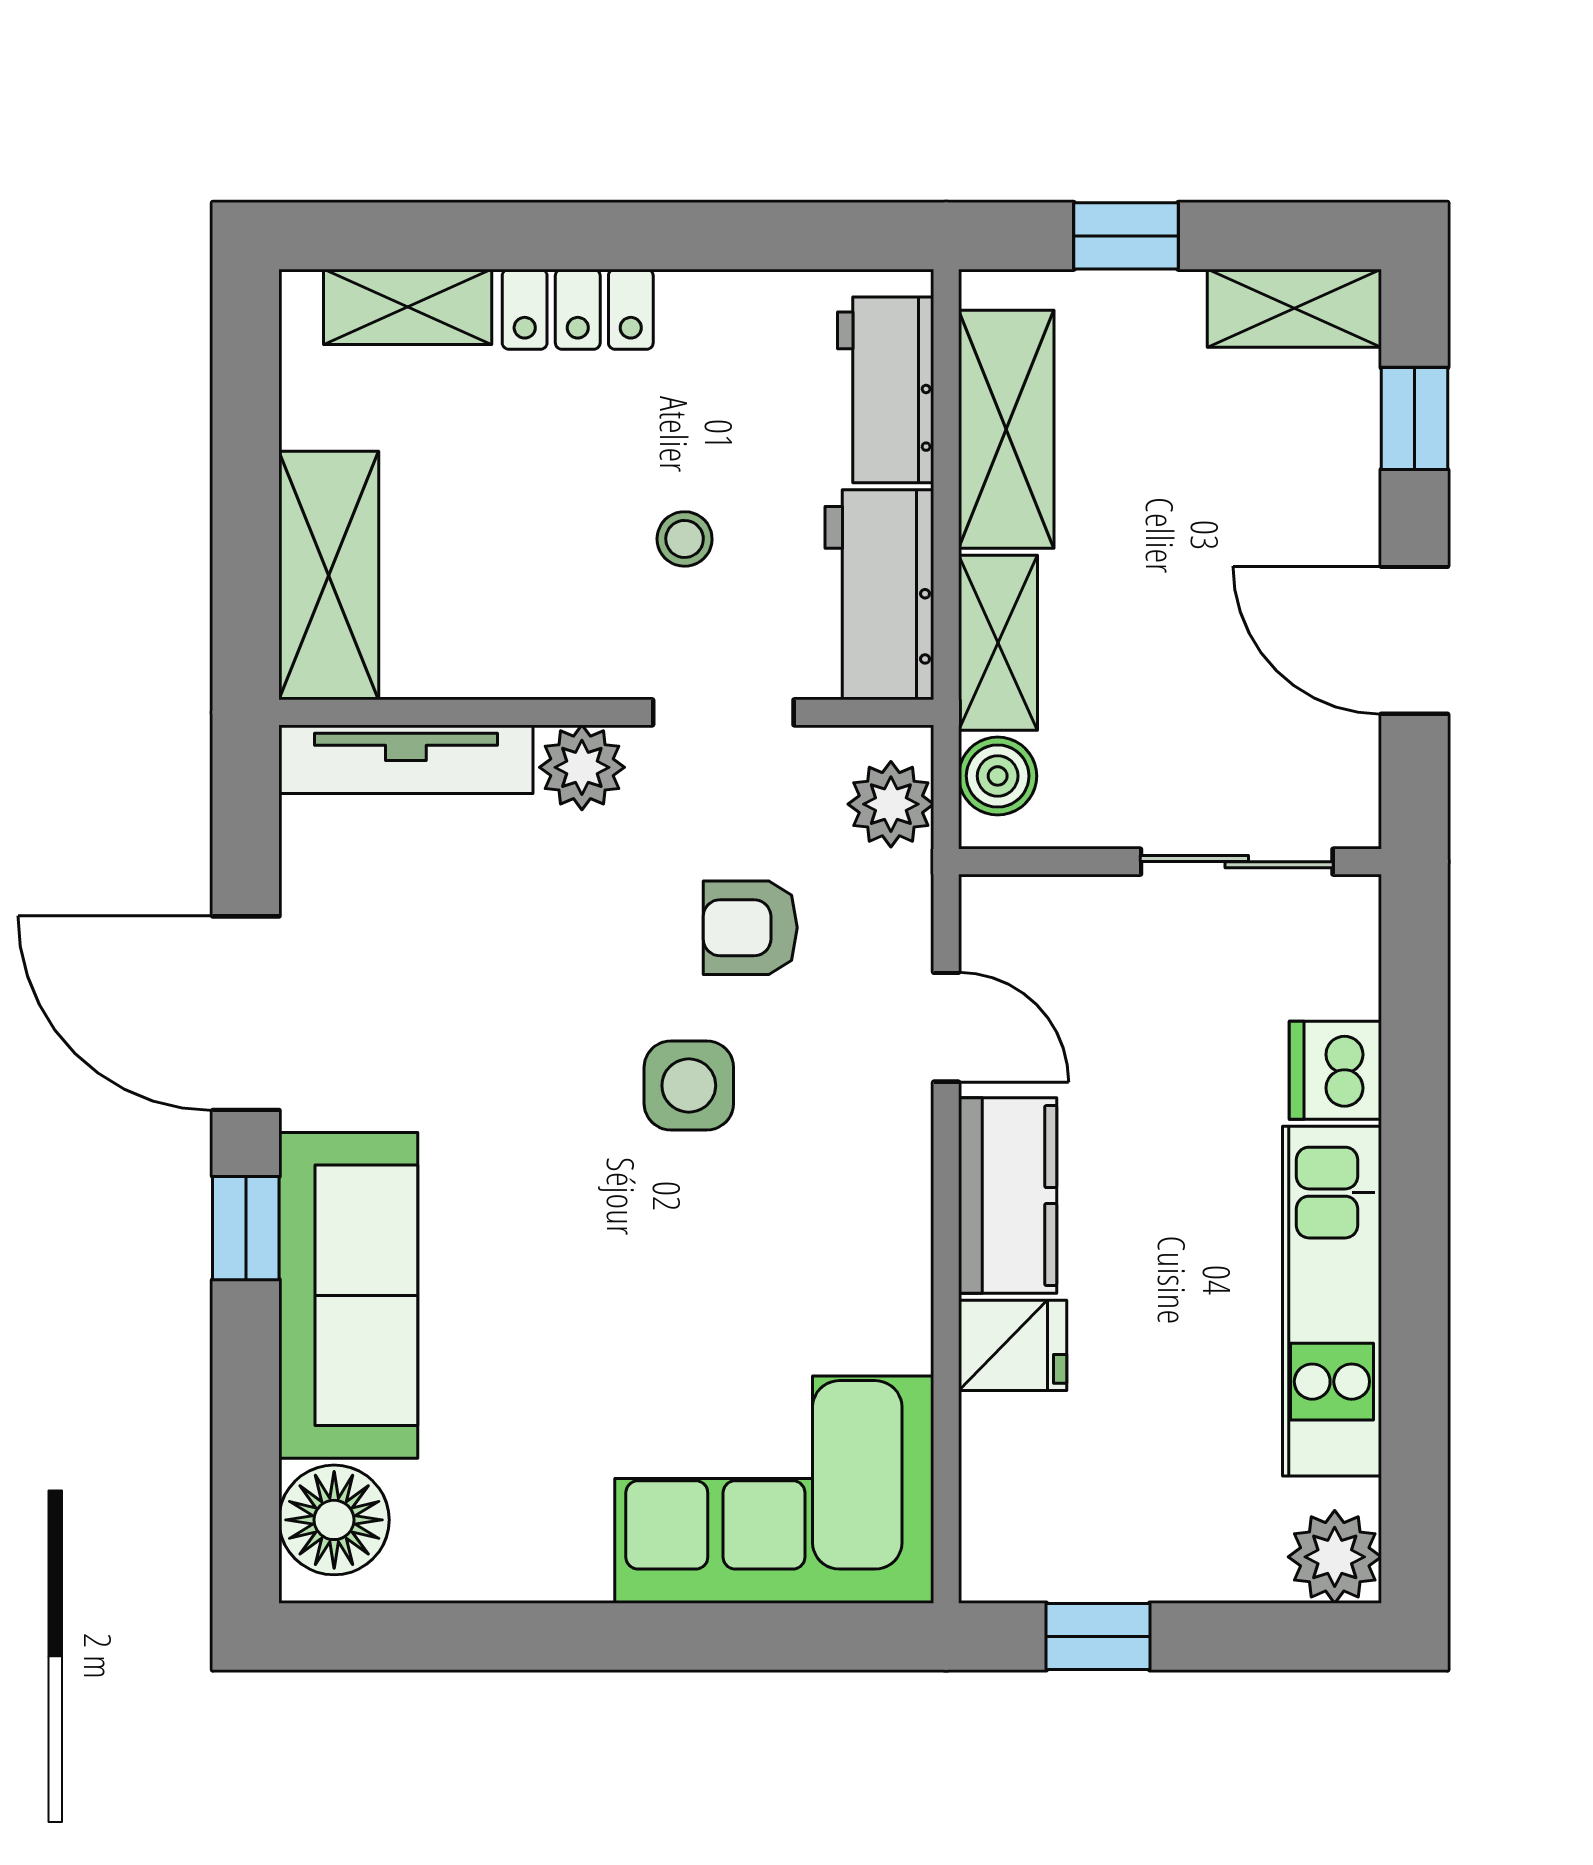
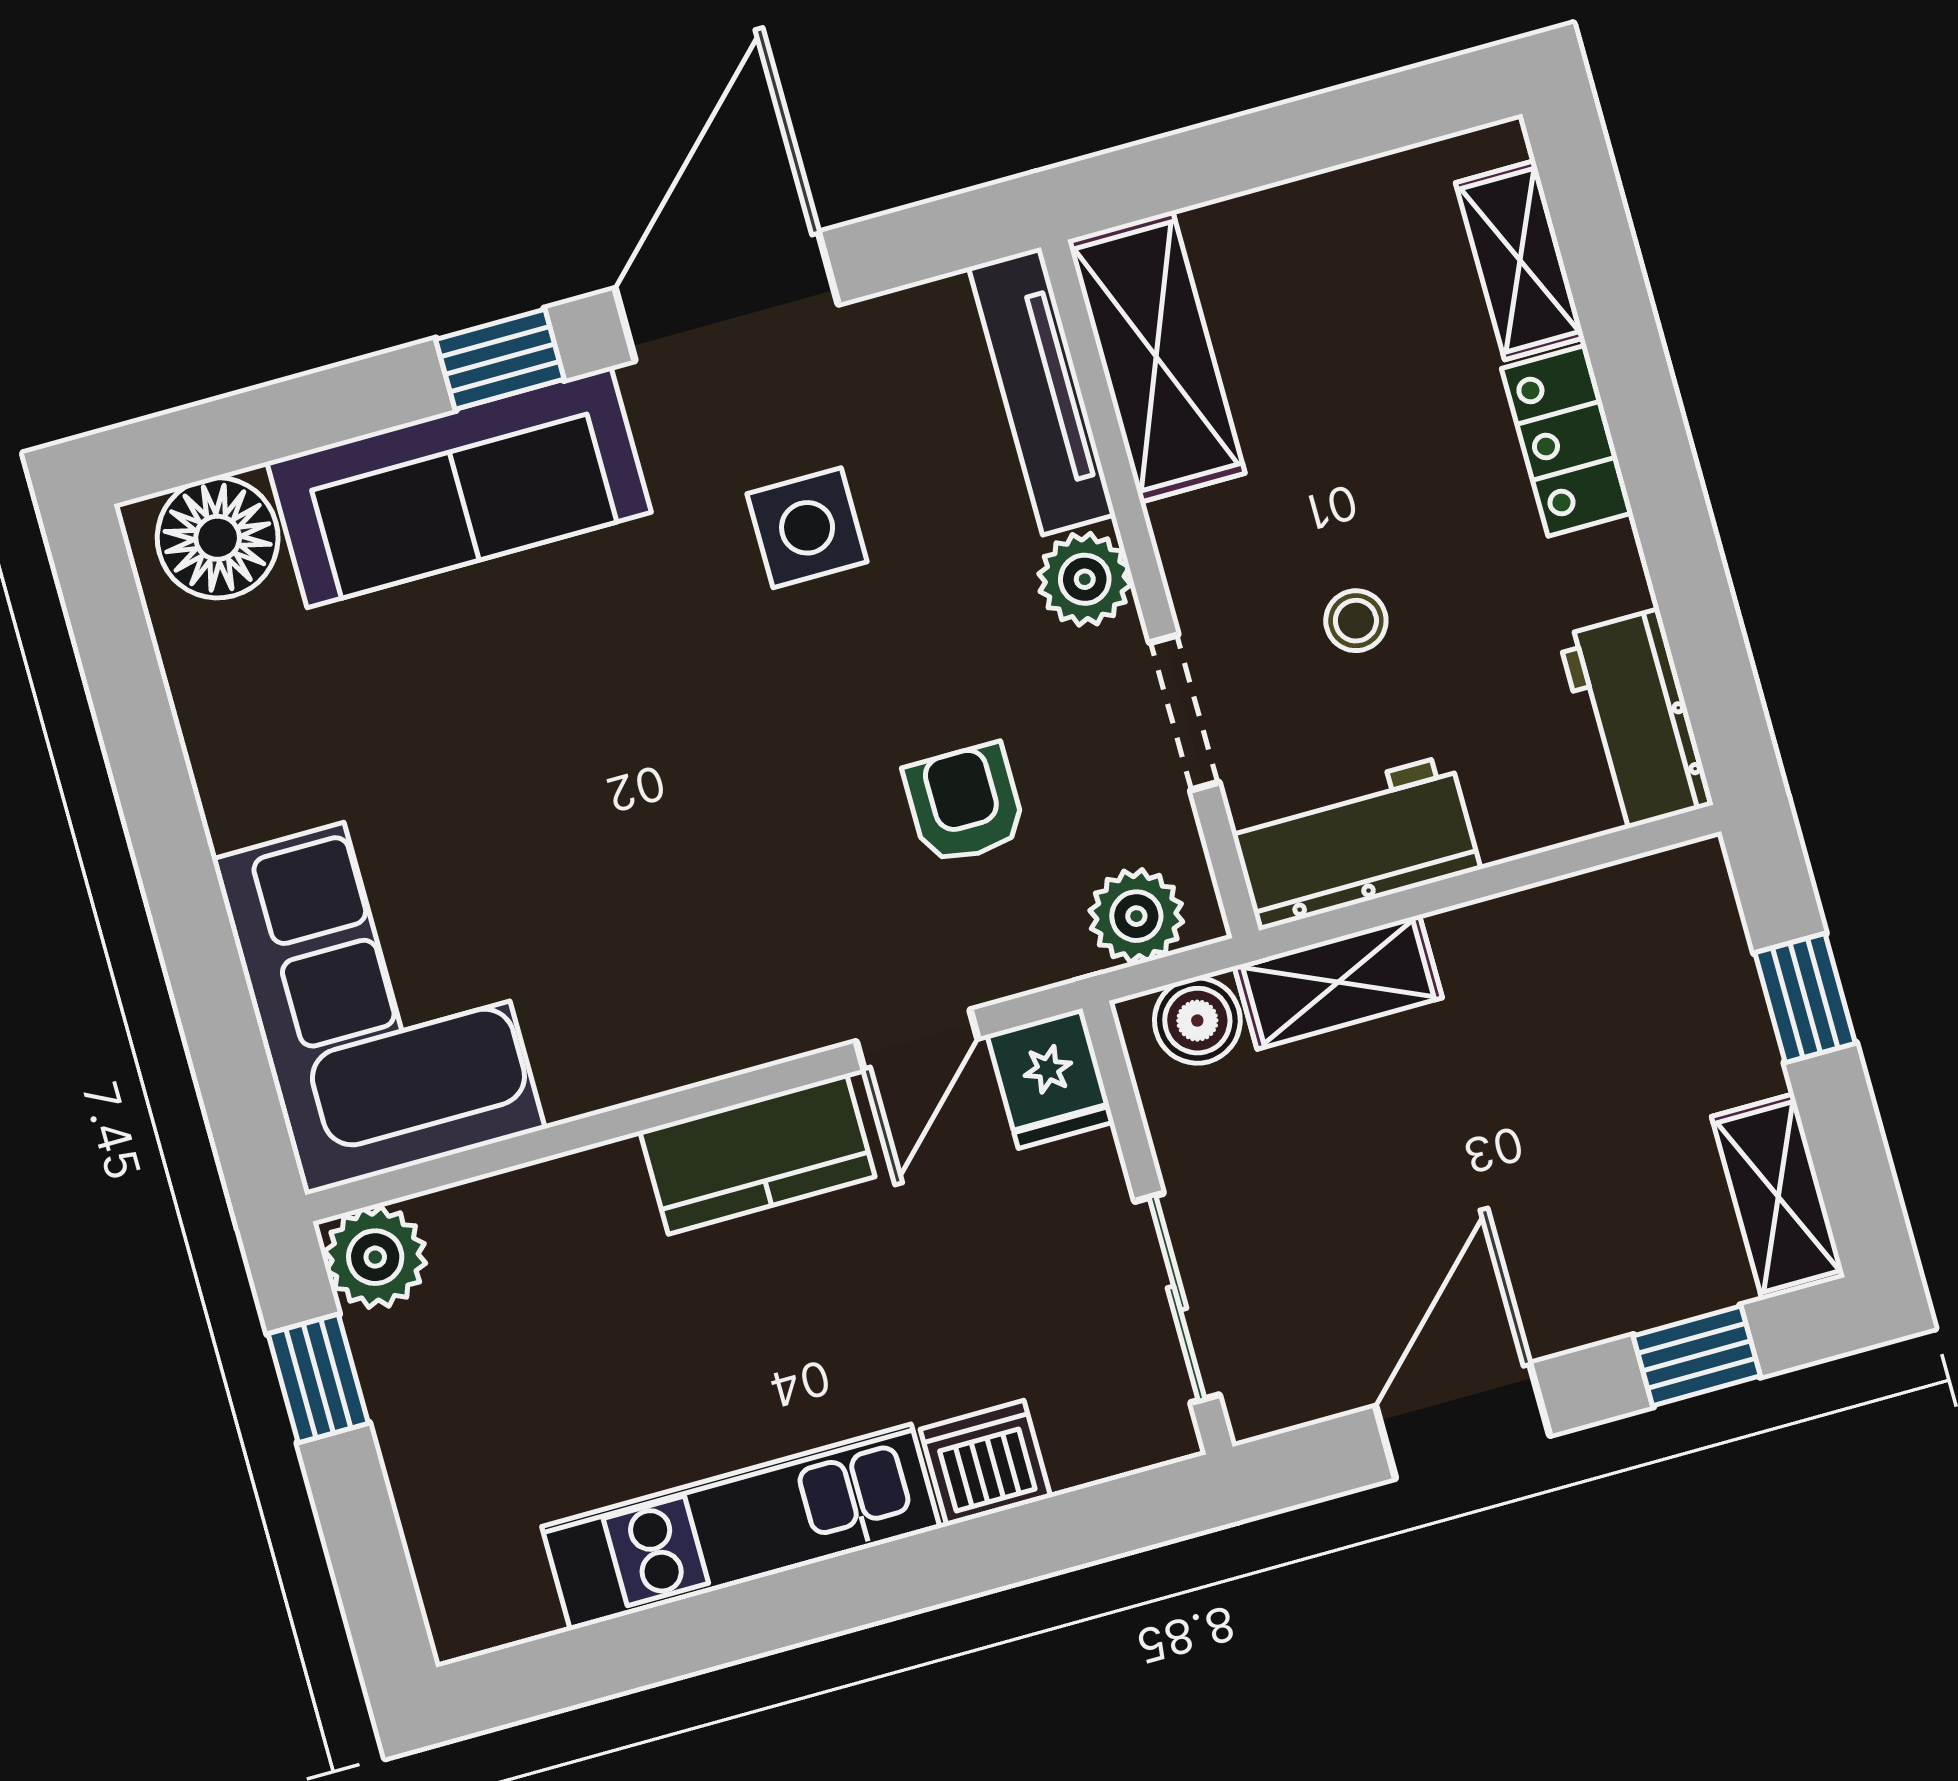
workbench: (886, 390) -> (1636, 721), moved, turned -90
shelving: (1006, 429) -> (1566, 928), removed
shelving: (329, 575) -> (1156, 356), moved, turned 90
side table: (689, 1085) -> (807, 528), moved
fridge: (1013, 1345) -> (1050, 1078), moved
plant: (1335, 1557) -> (375, 1257), moved

